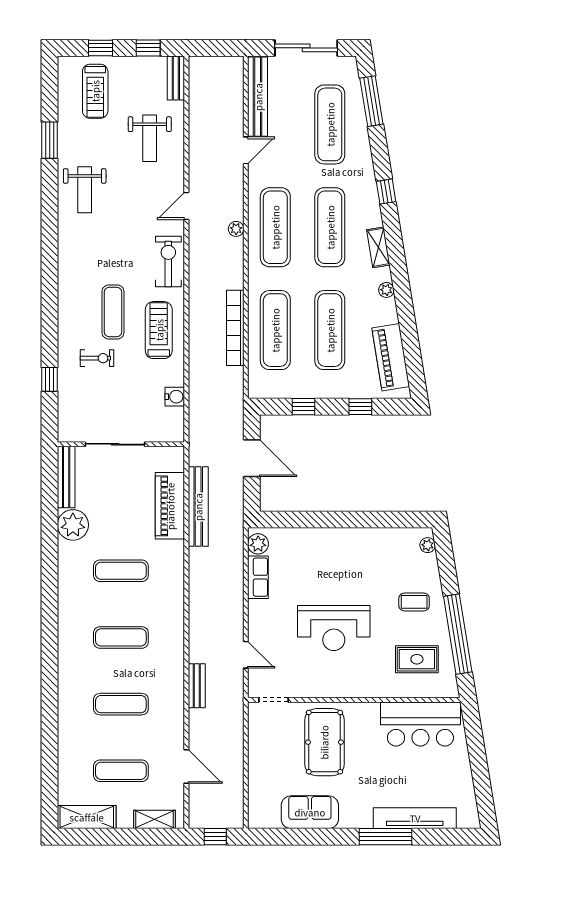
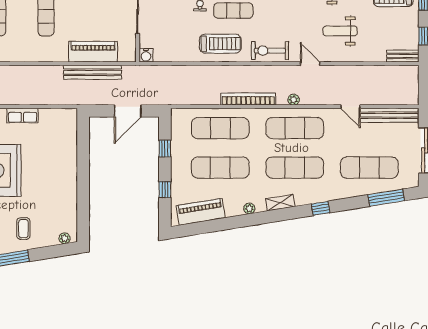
weight bench: (150, 138) -> (340, 31), moved
exercise bike: (168, 262) -> (270, 51), turned 180
bookcase: (235, 328) -> (248, 99), moved
water cooler: (175, 397) -> (146, 55), moved
plant: (258, 544) -> (65, 116), removed
row of seats: (258, 577) -> (23, 116), moved

